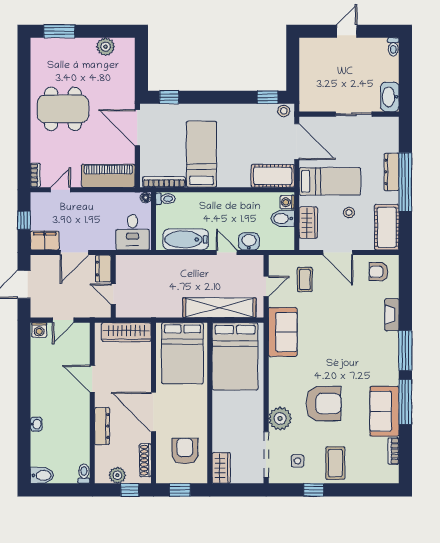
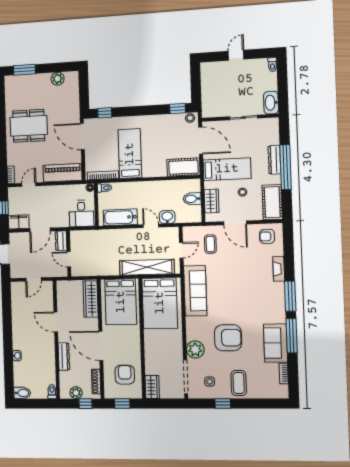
washing machine: (287, 202) -> (195, 186), removed
washing machine: (39, 330) -> (17, 287), removed
wardrobe: (126, 332) -> (91, 299), moved, turned 90
sofa: (283, 332) -> (195, 291), width x1.36

